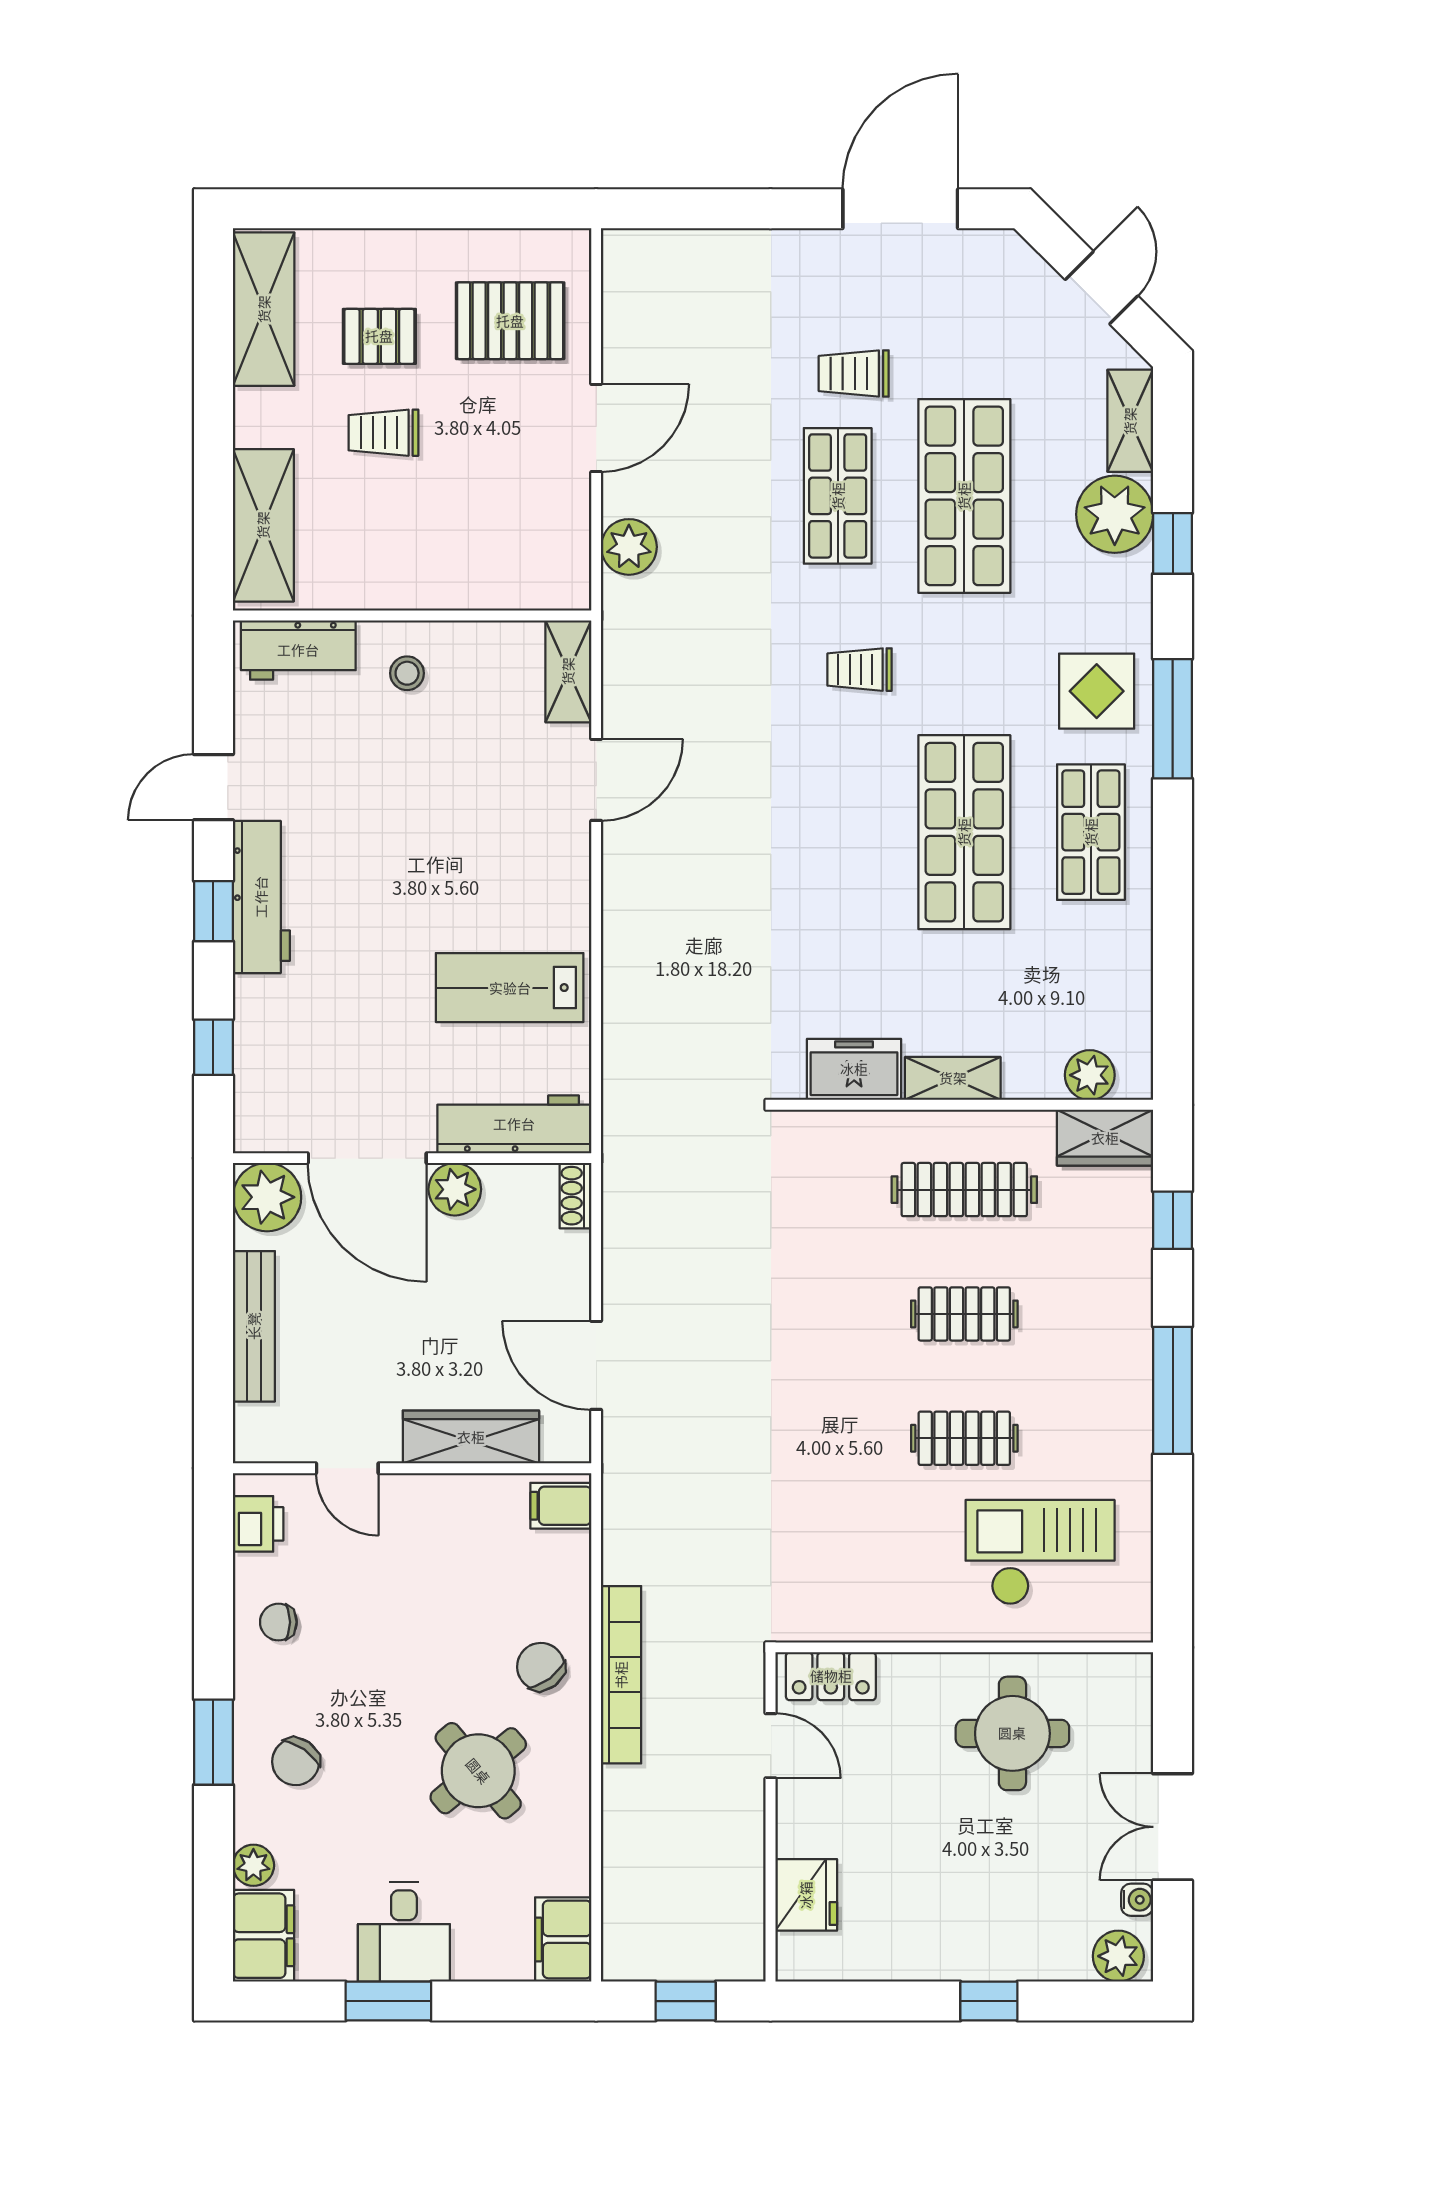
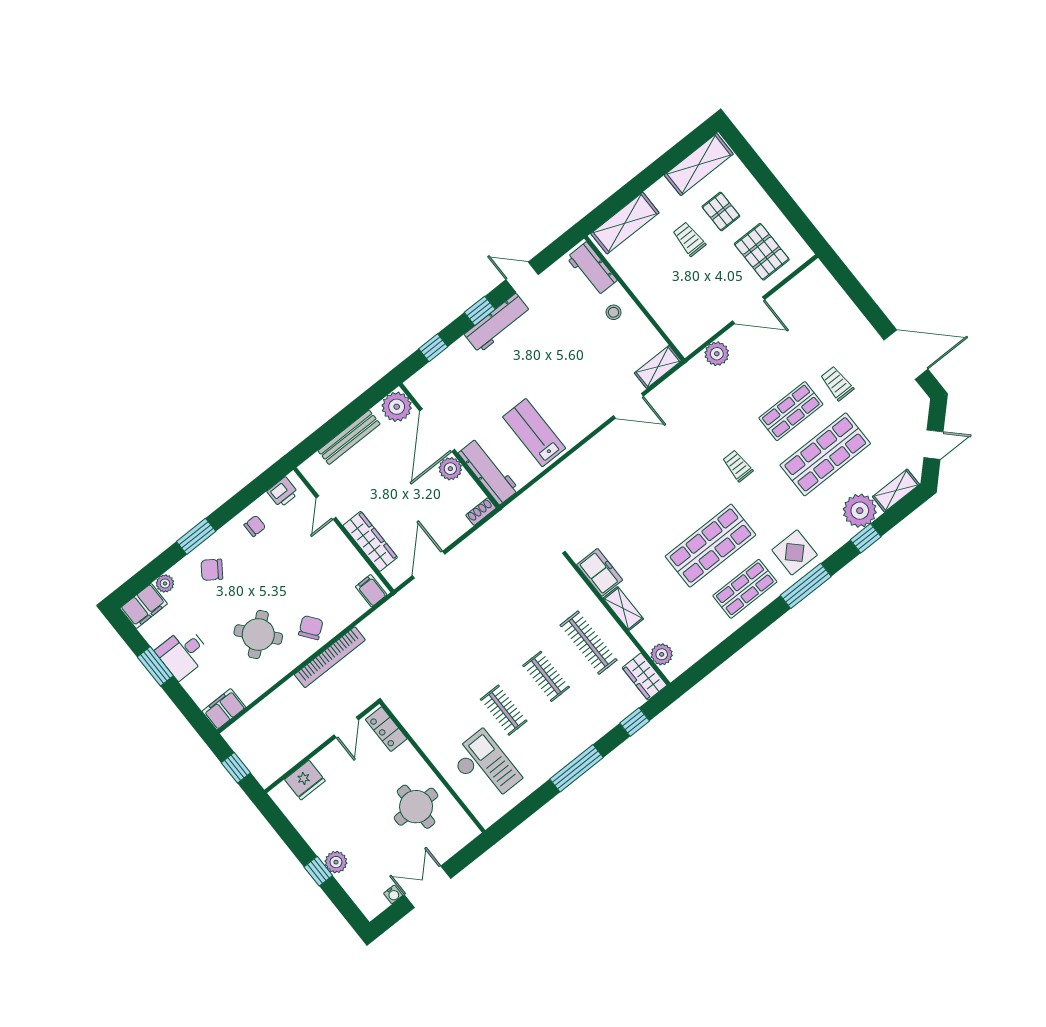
chair: (278, 1622) -> (255, 526), turned 90
plant: (1118, 1956) -> (336, 862), moved

